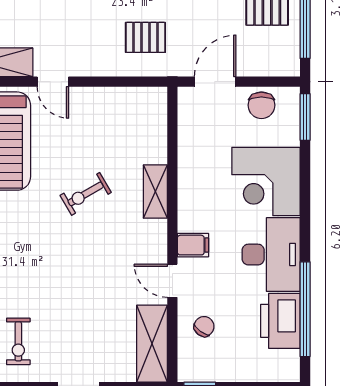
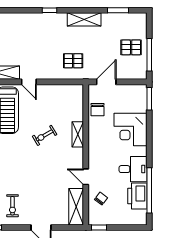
chair: (261, 105) -> (98, 110), moved
filing cabinet: (193, 245) -> (96, 160), removed
desk: (271, 255) -> (133, 169), width x0.73

